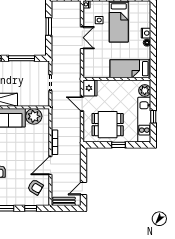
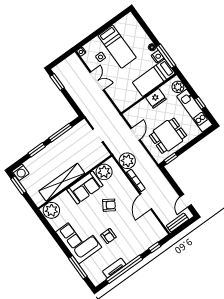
window: (49, 27) -> (57, 82), moved
nightstand: (146, 33) -> (158, 57), moved
window: (153, 58) -> (166, 56), added
fridge: (90, 88) -> (156, 98), moved, turned 90
door: (82, 104) -> (135, 134), swing flipped
plant: (59, 121) -> (127, 161), added
window: (119, 145) -> (171, 158), moved
armchair: (35, 187) -> (109, 205), moved

